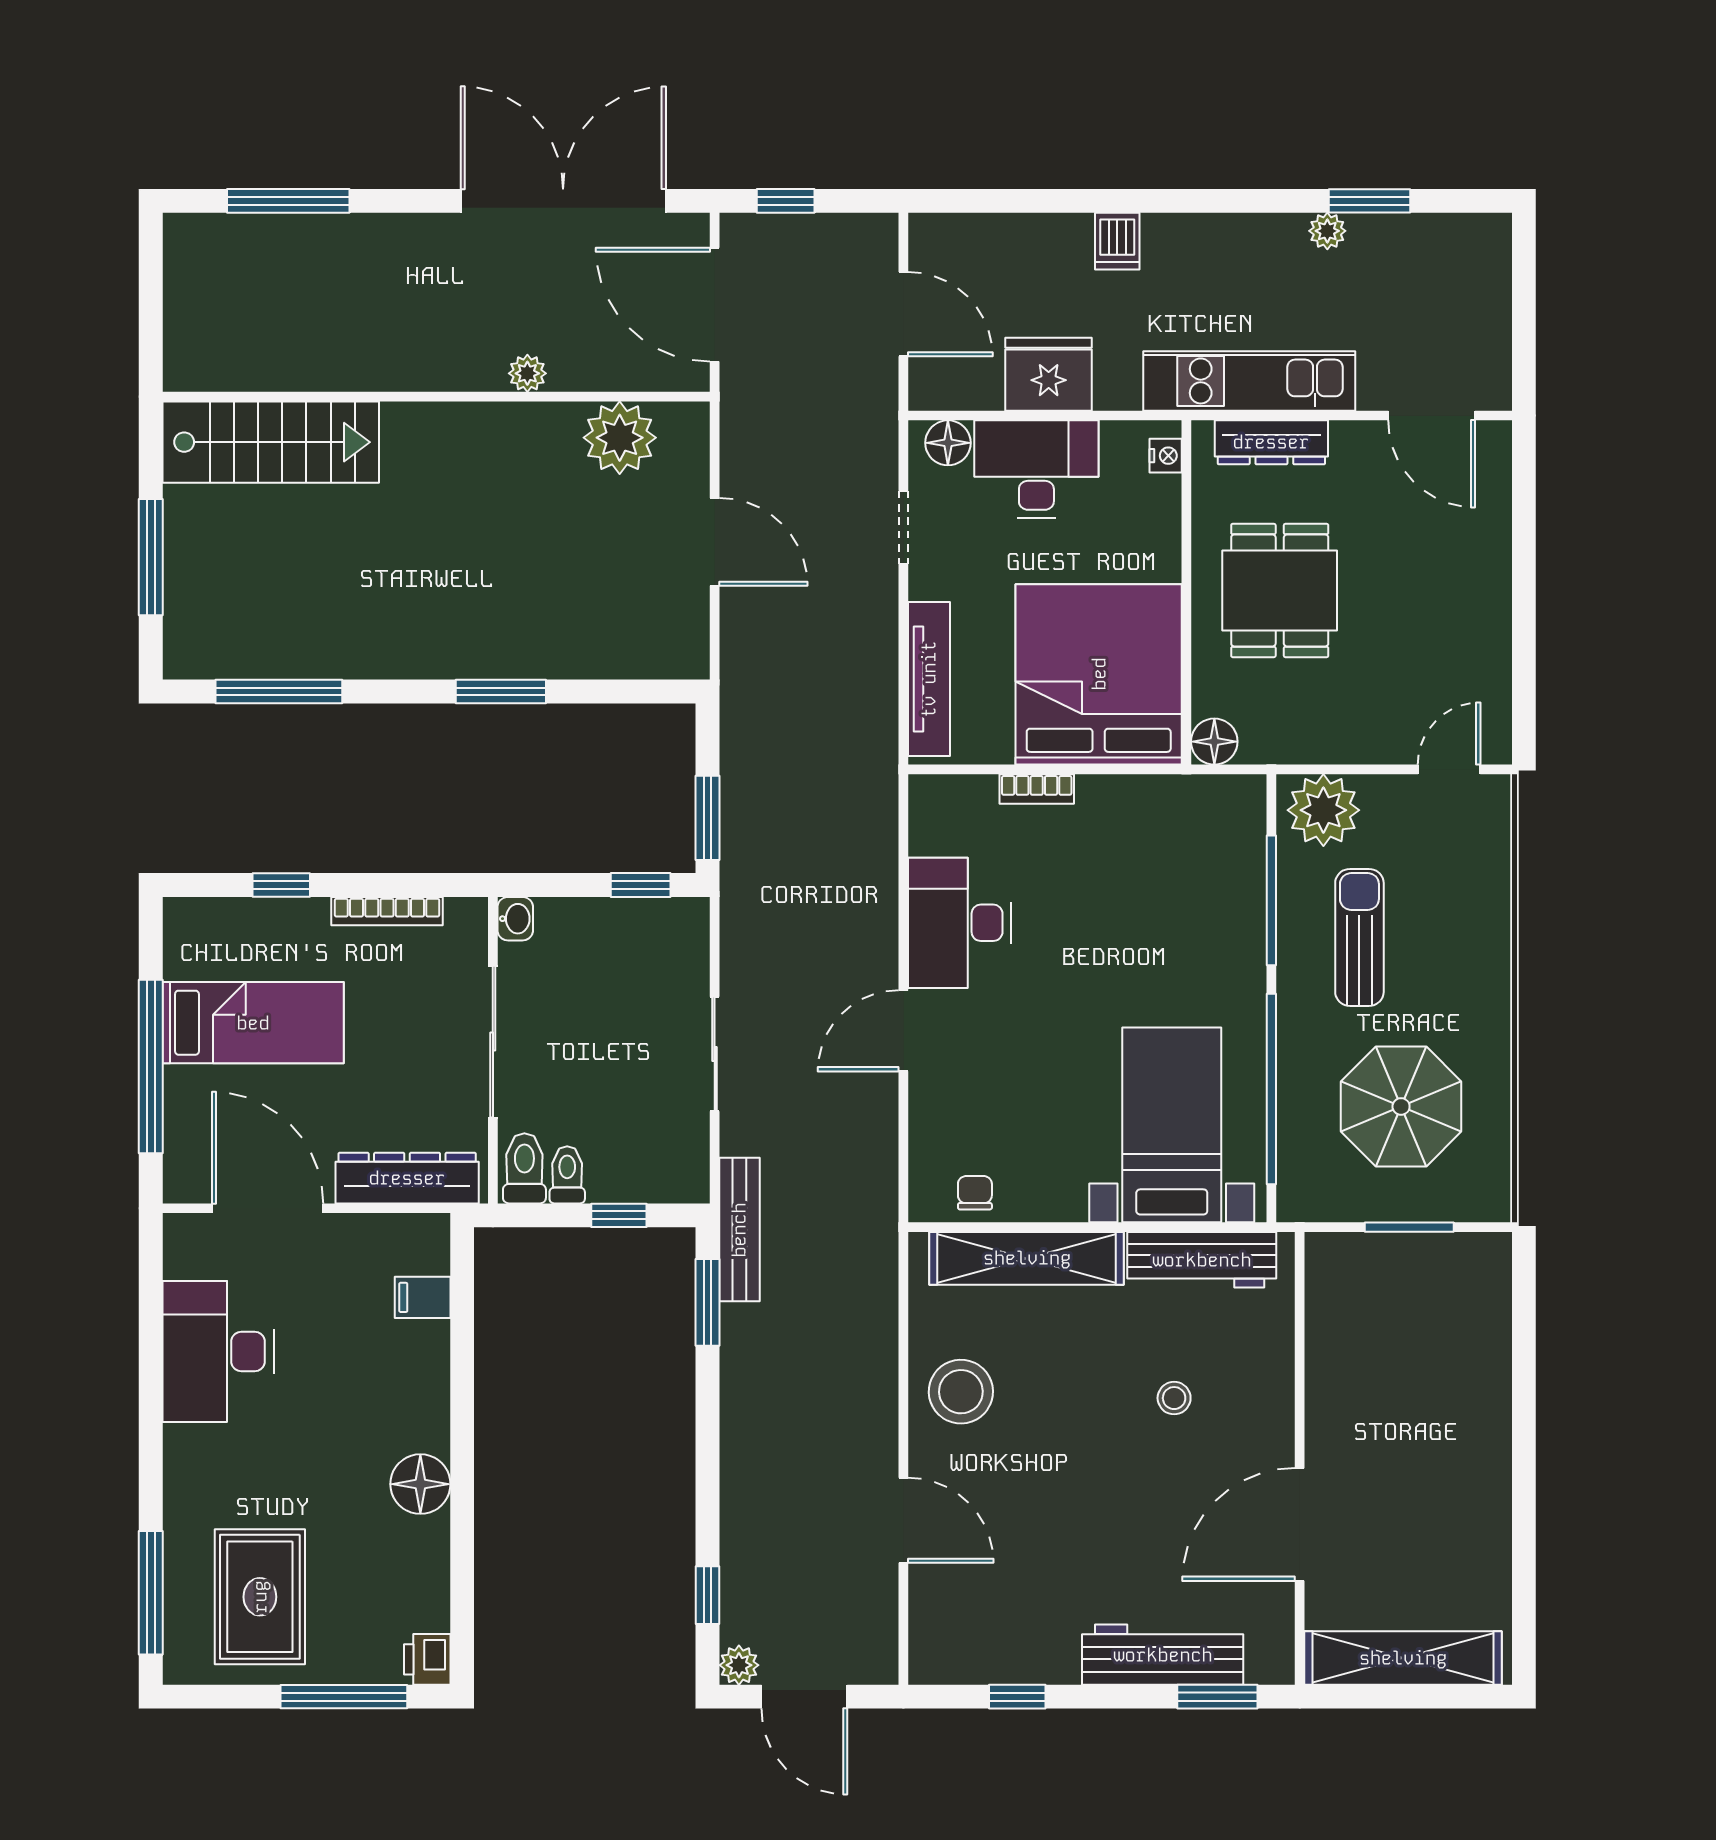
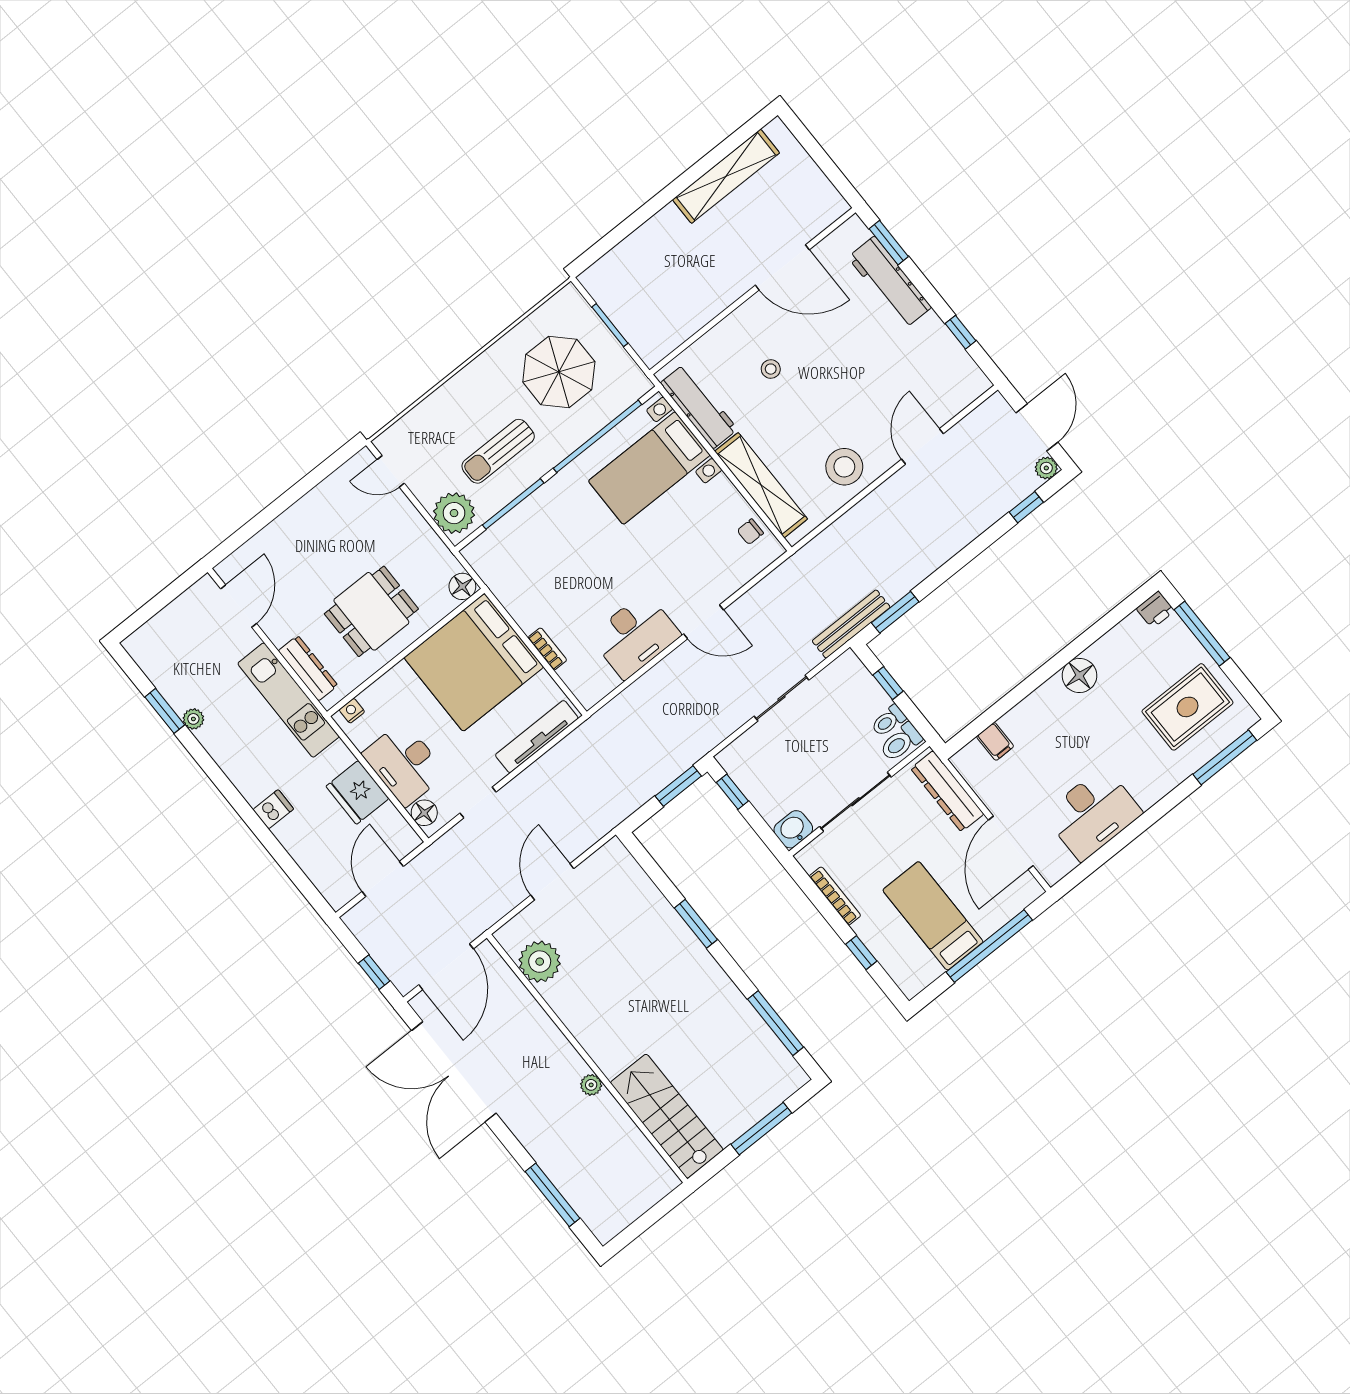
plant: (527, 373) -> (591, 1085), moved
washbasin: (515, 919) -> (793, 829), width x1.38, depth x1.45
shelving: (1403, 1658) -> (726, 176), moved, turned 90

